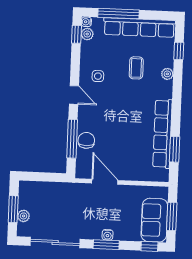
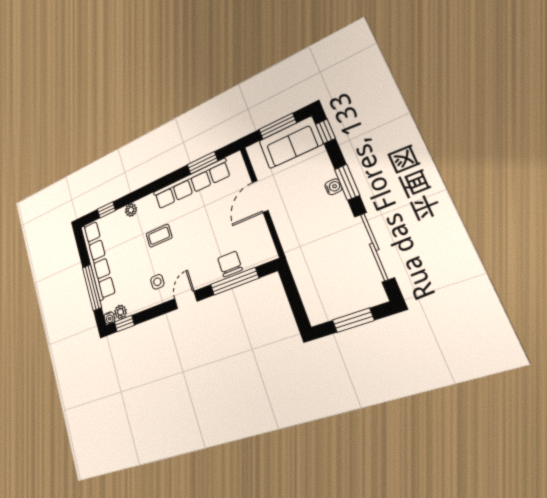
coffee table: (136, 68) -> (159, 236), moved
chair: (86, 140) -> (230, 264), turned 90
door: (105, 182) -> (260, 196), moved
plant: (24, 216) -> (356, 303), removed

